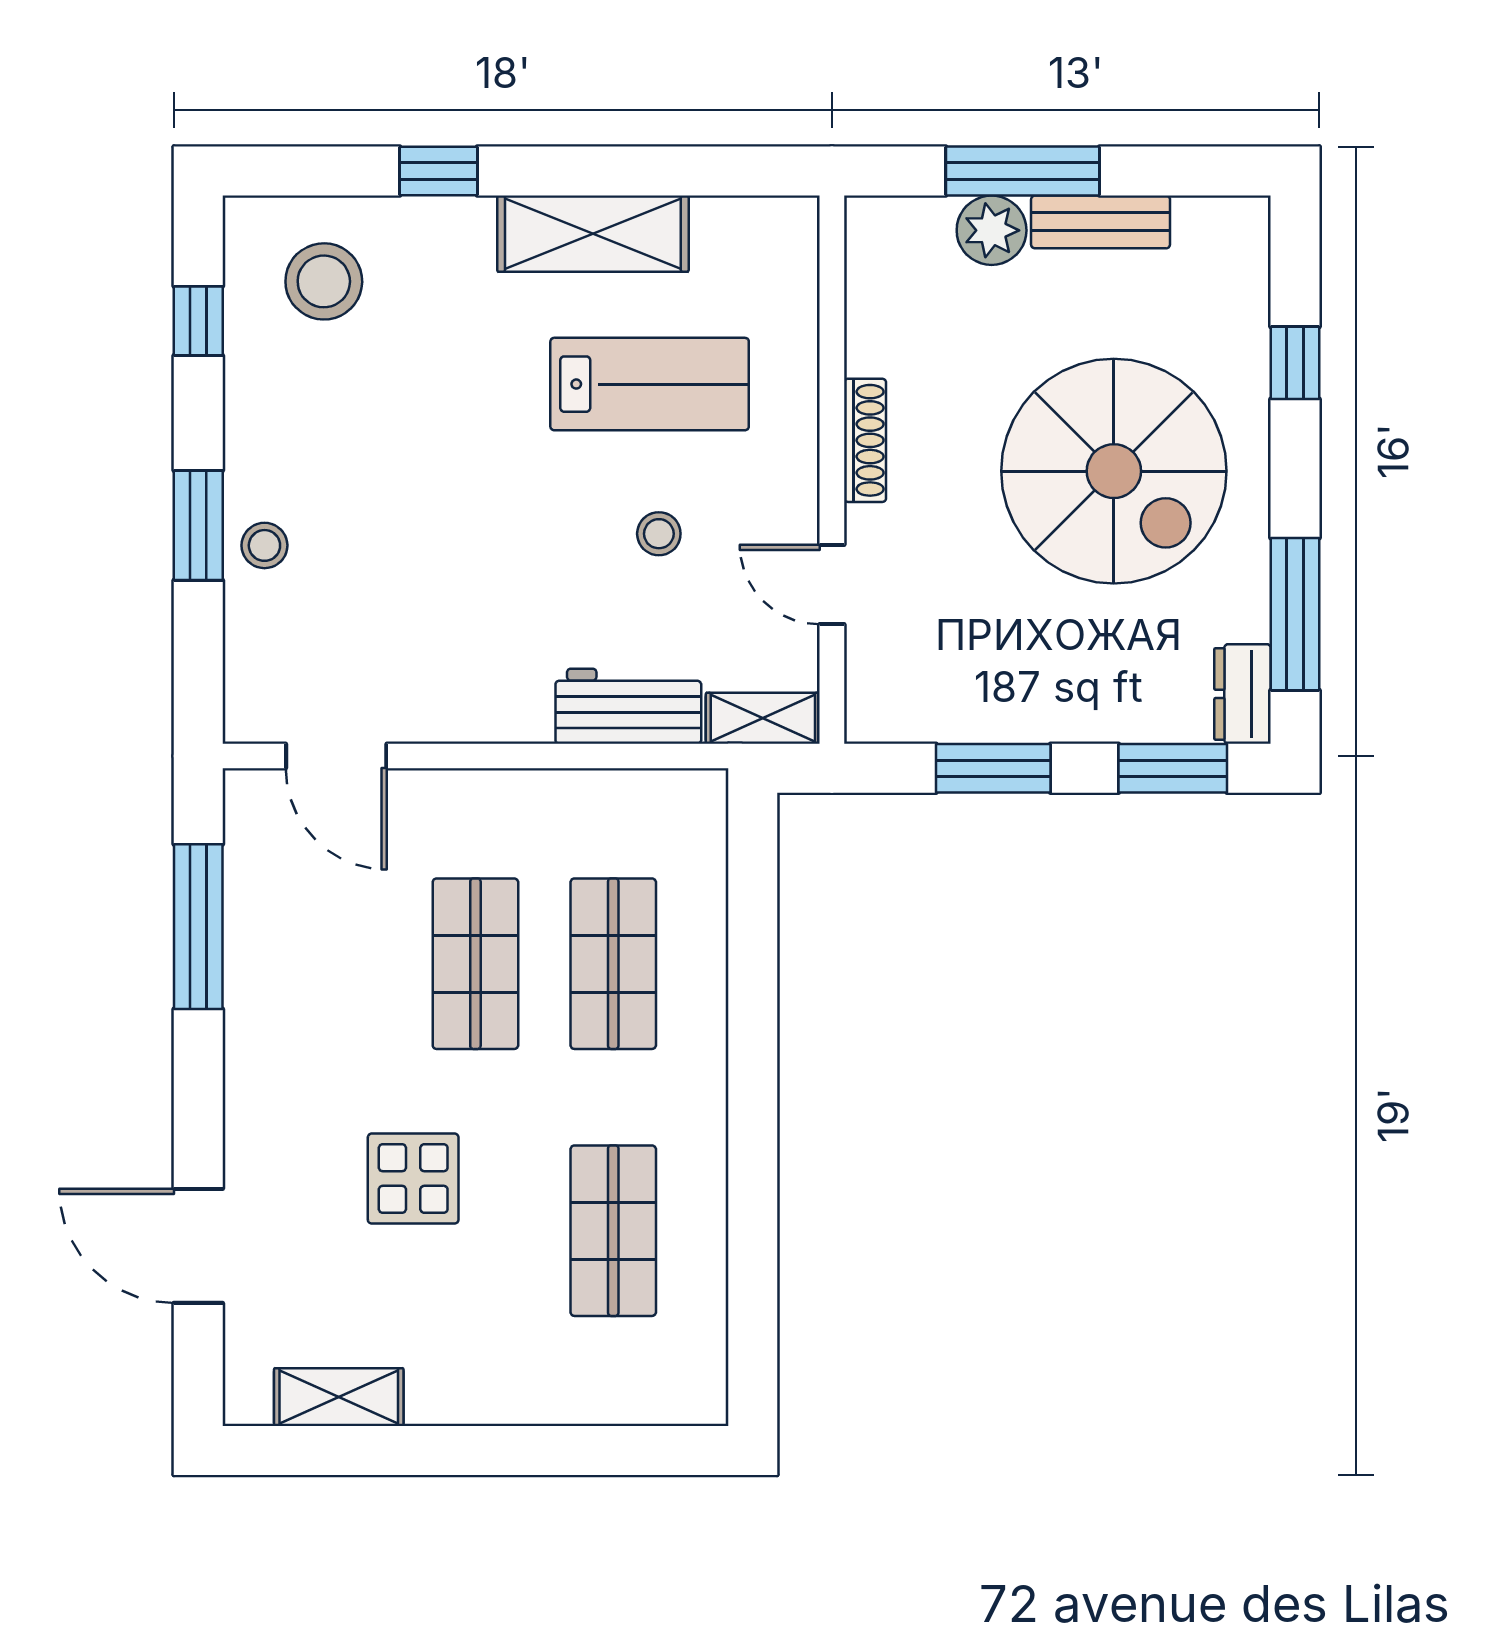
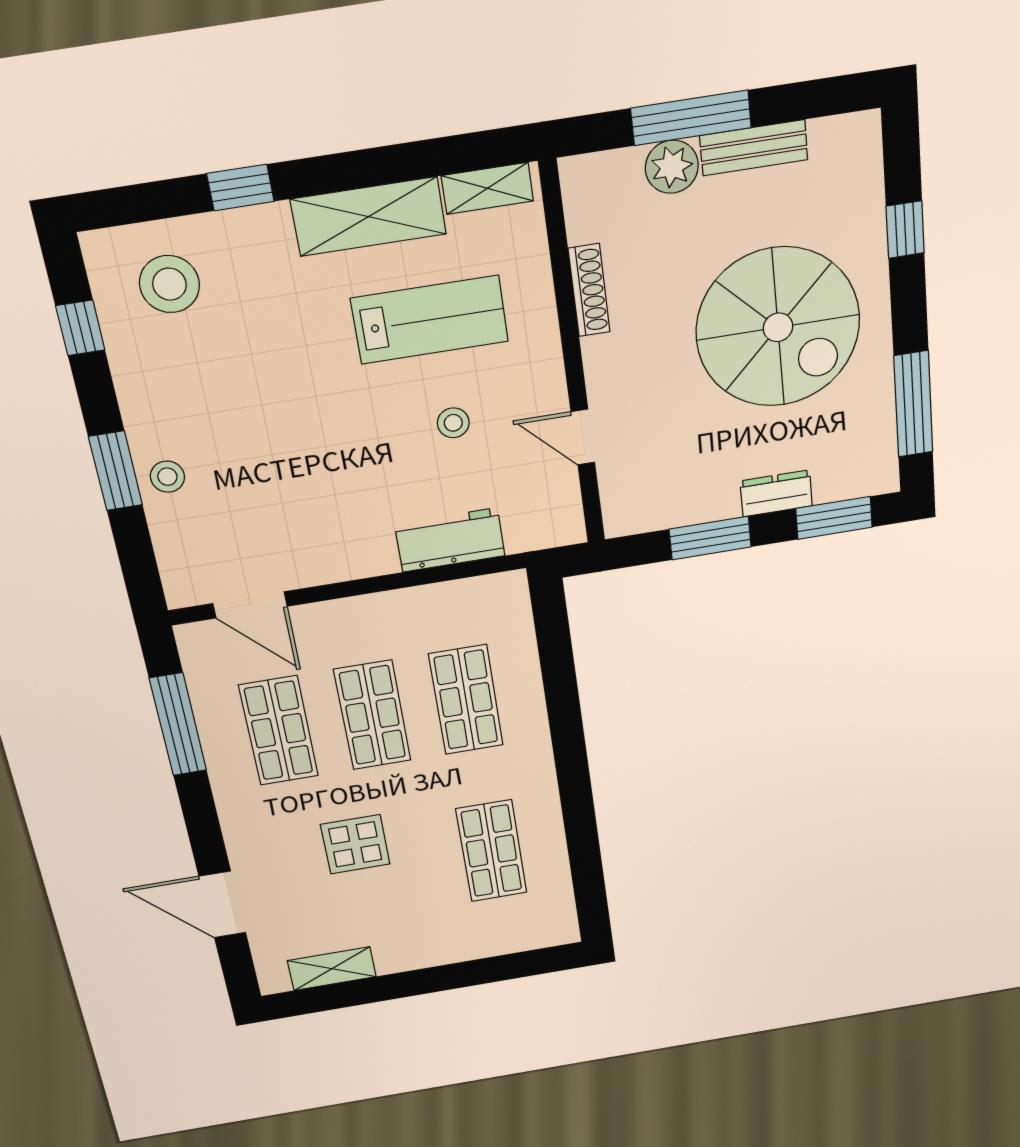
shoe rack: (865, 440) -> (589, 290), moved
dresser: (1242, 694) -> (776, 493), moved, turned 90
shelving: (763, 718) -> (487, 188), moved
shop shelf: (338, 964) -> (279, 731), added

